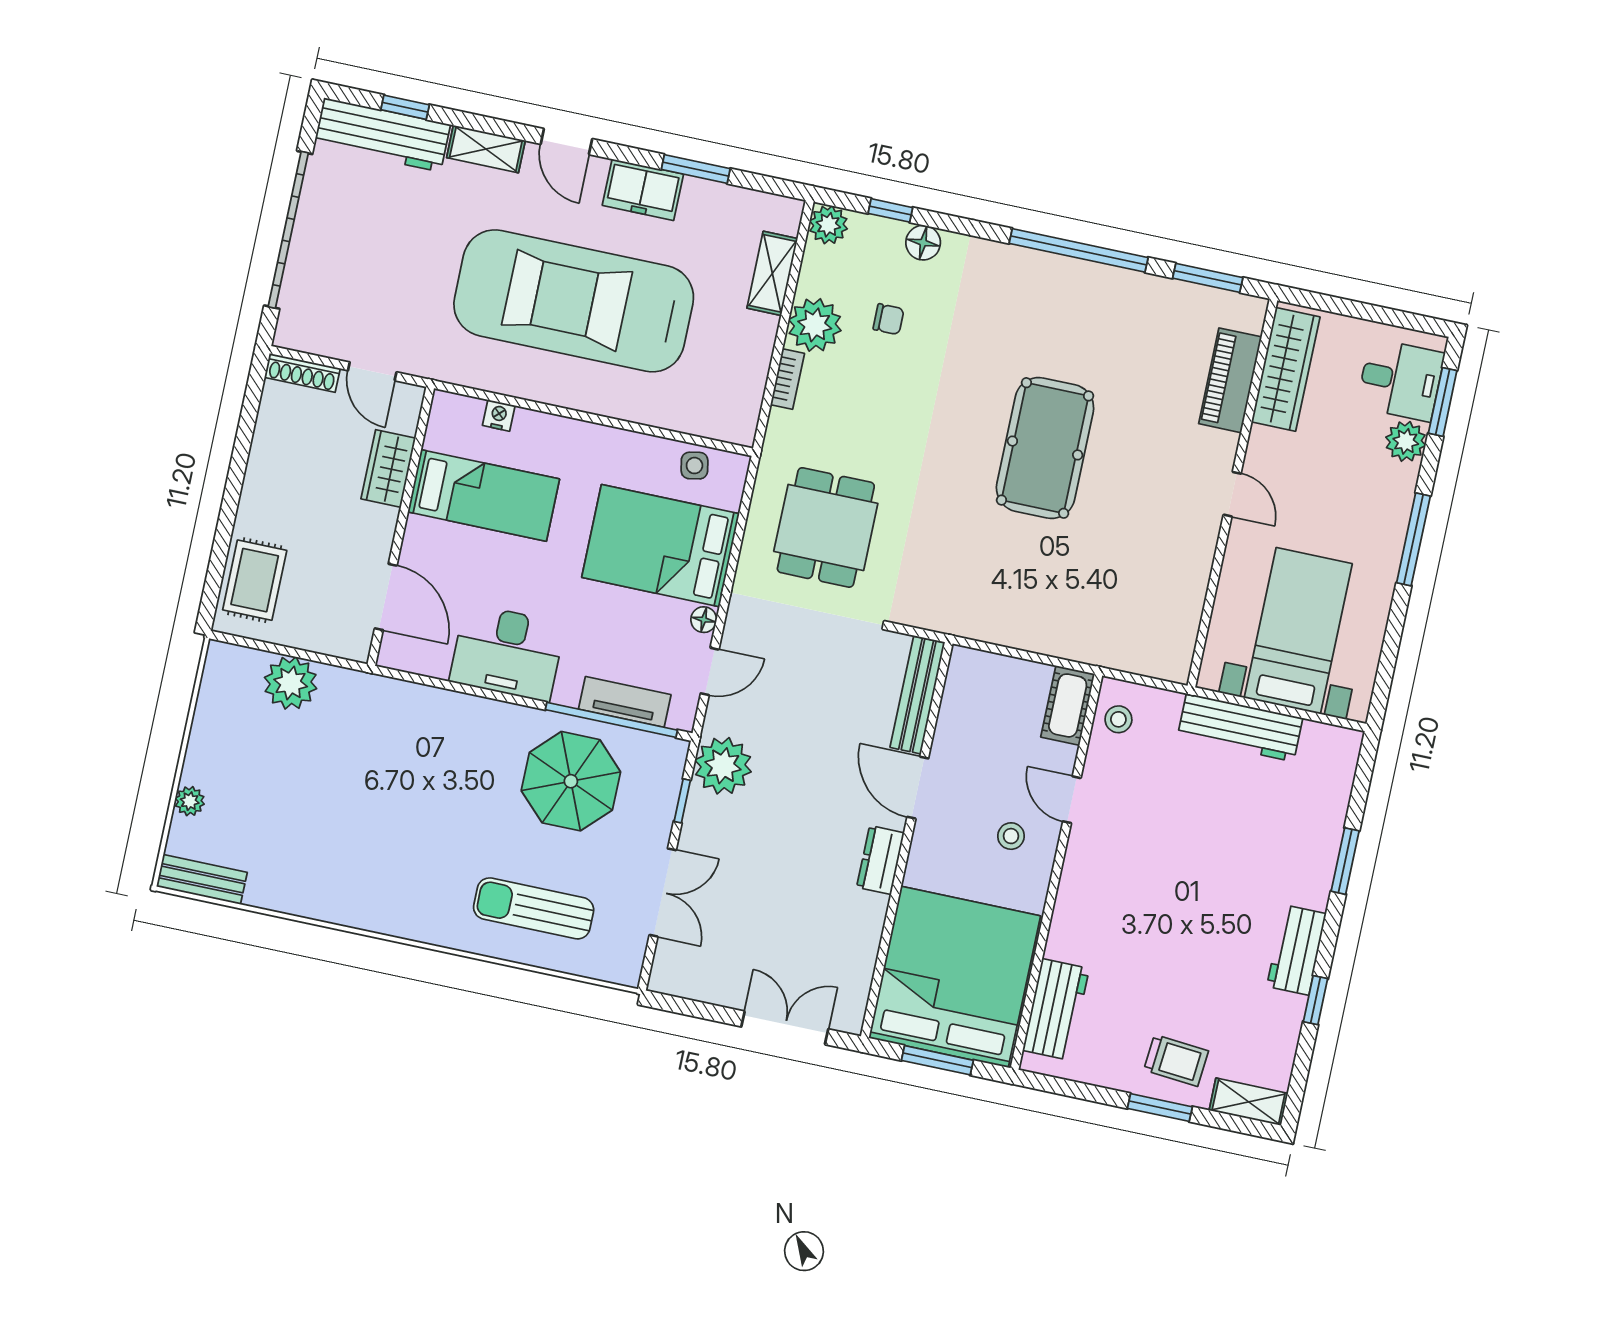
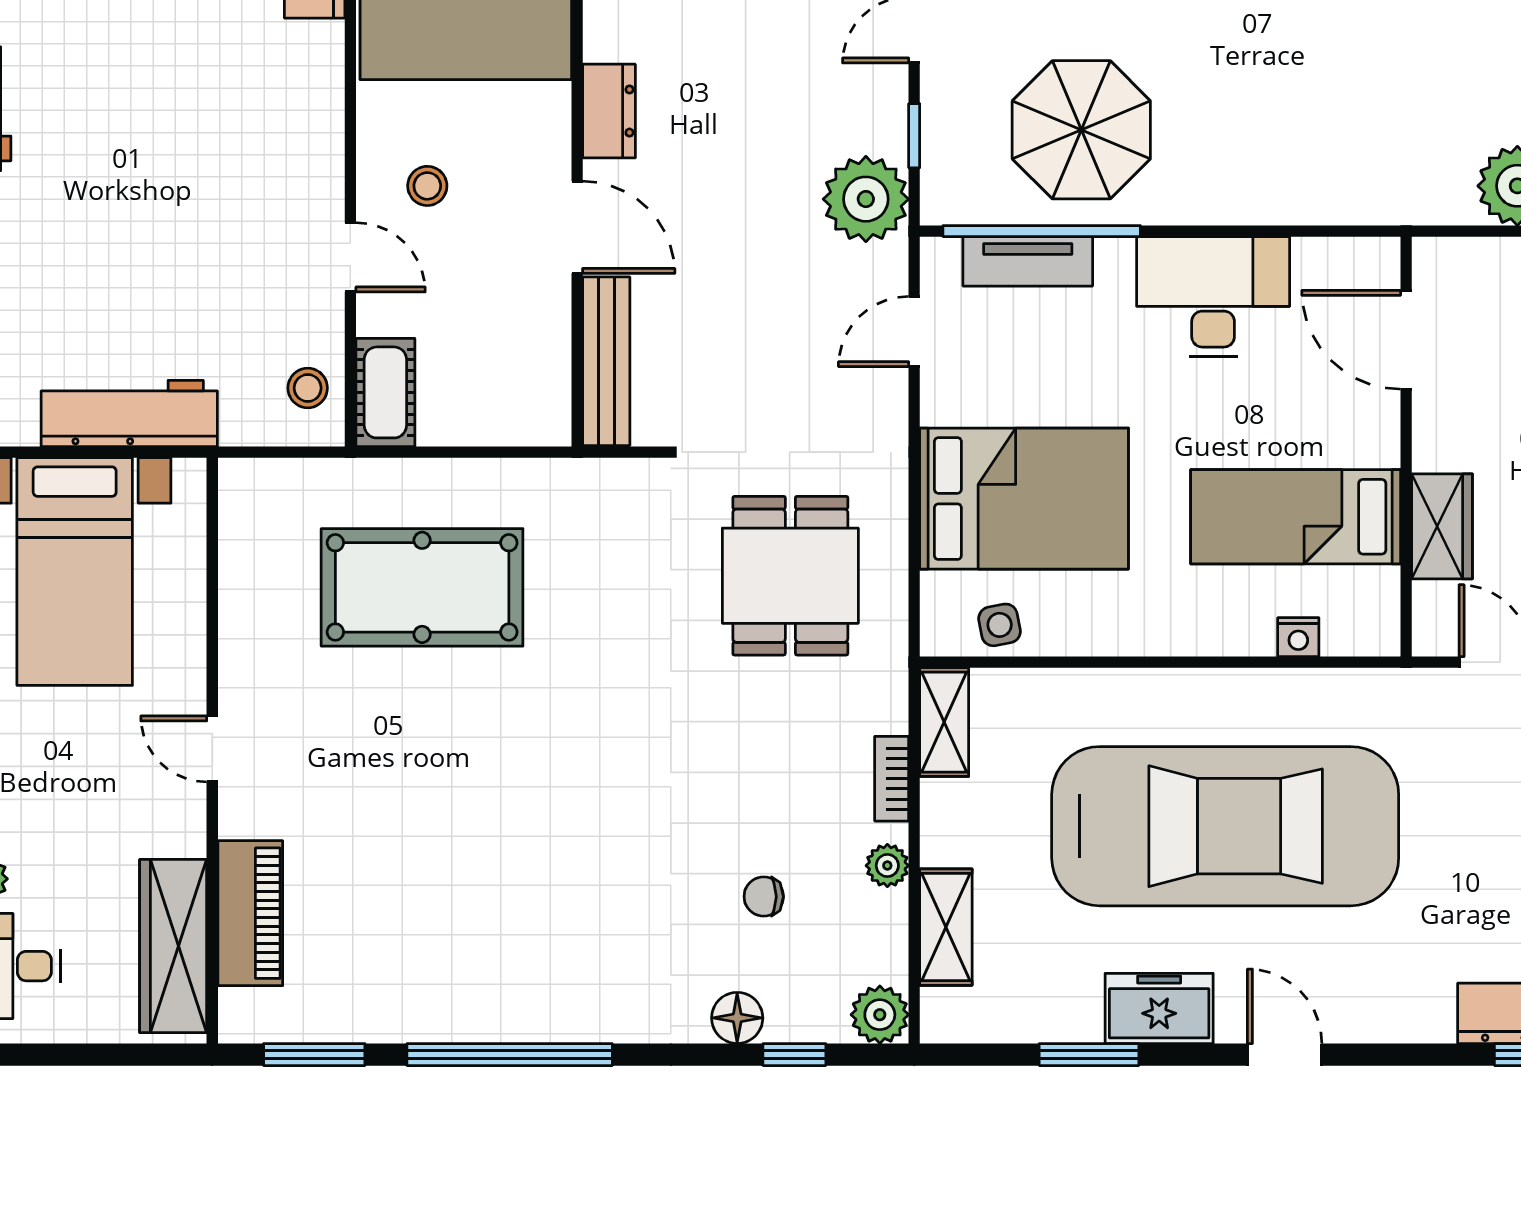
shelving: (486, 149) -> (944, 722), moved, turned 90
plant: (815, 325) -> (887, 866), width x0.53, depth x0.53
pool table: (1045, 448) -> (422, 587), moved, turned 90
floor lamp: (704, 620) -> (939, 405), removed

